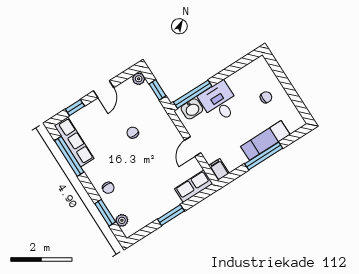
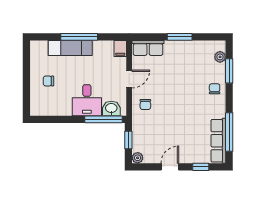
chair: (133, 133) -> (145, 104), moved

